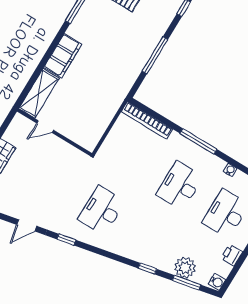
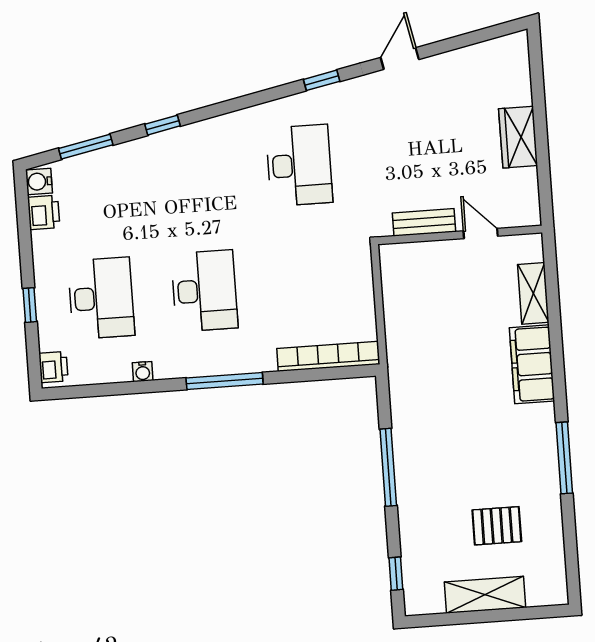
shelving: (39, 93) -> (533, 293), width x0.67, depth x0.75
door: (45, 127) -> (481, 233), hinge flipped
bench: (66, 148) -> (424, 222), added
printer: (232, 255) -> (44, 212), moved
plant: (185, 268) -> (105, 168), removed

